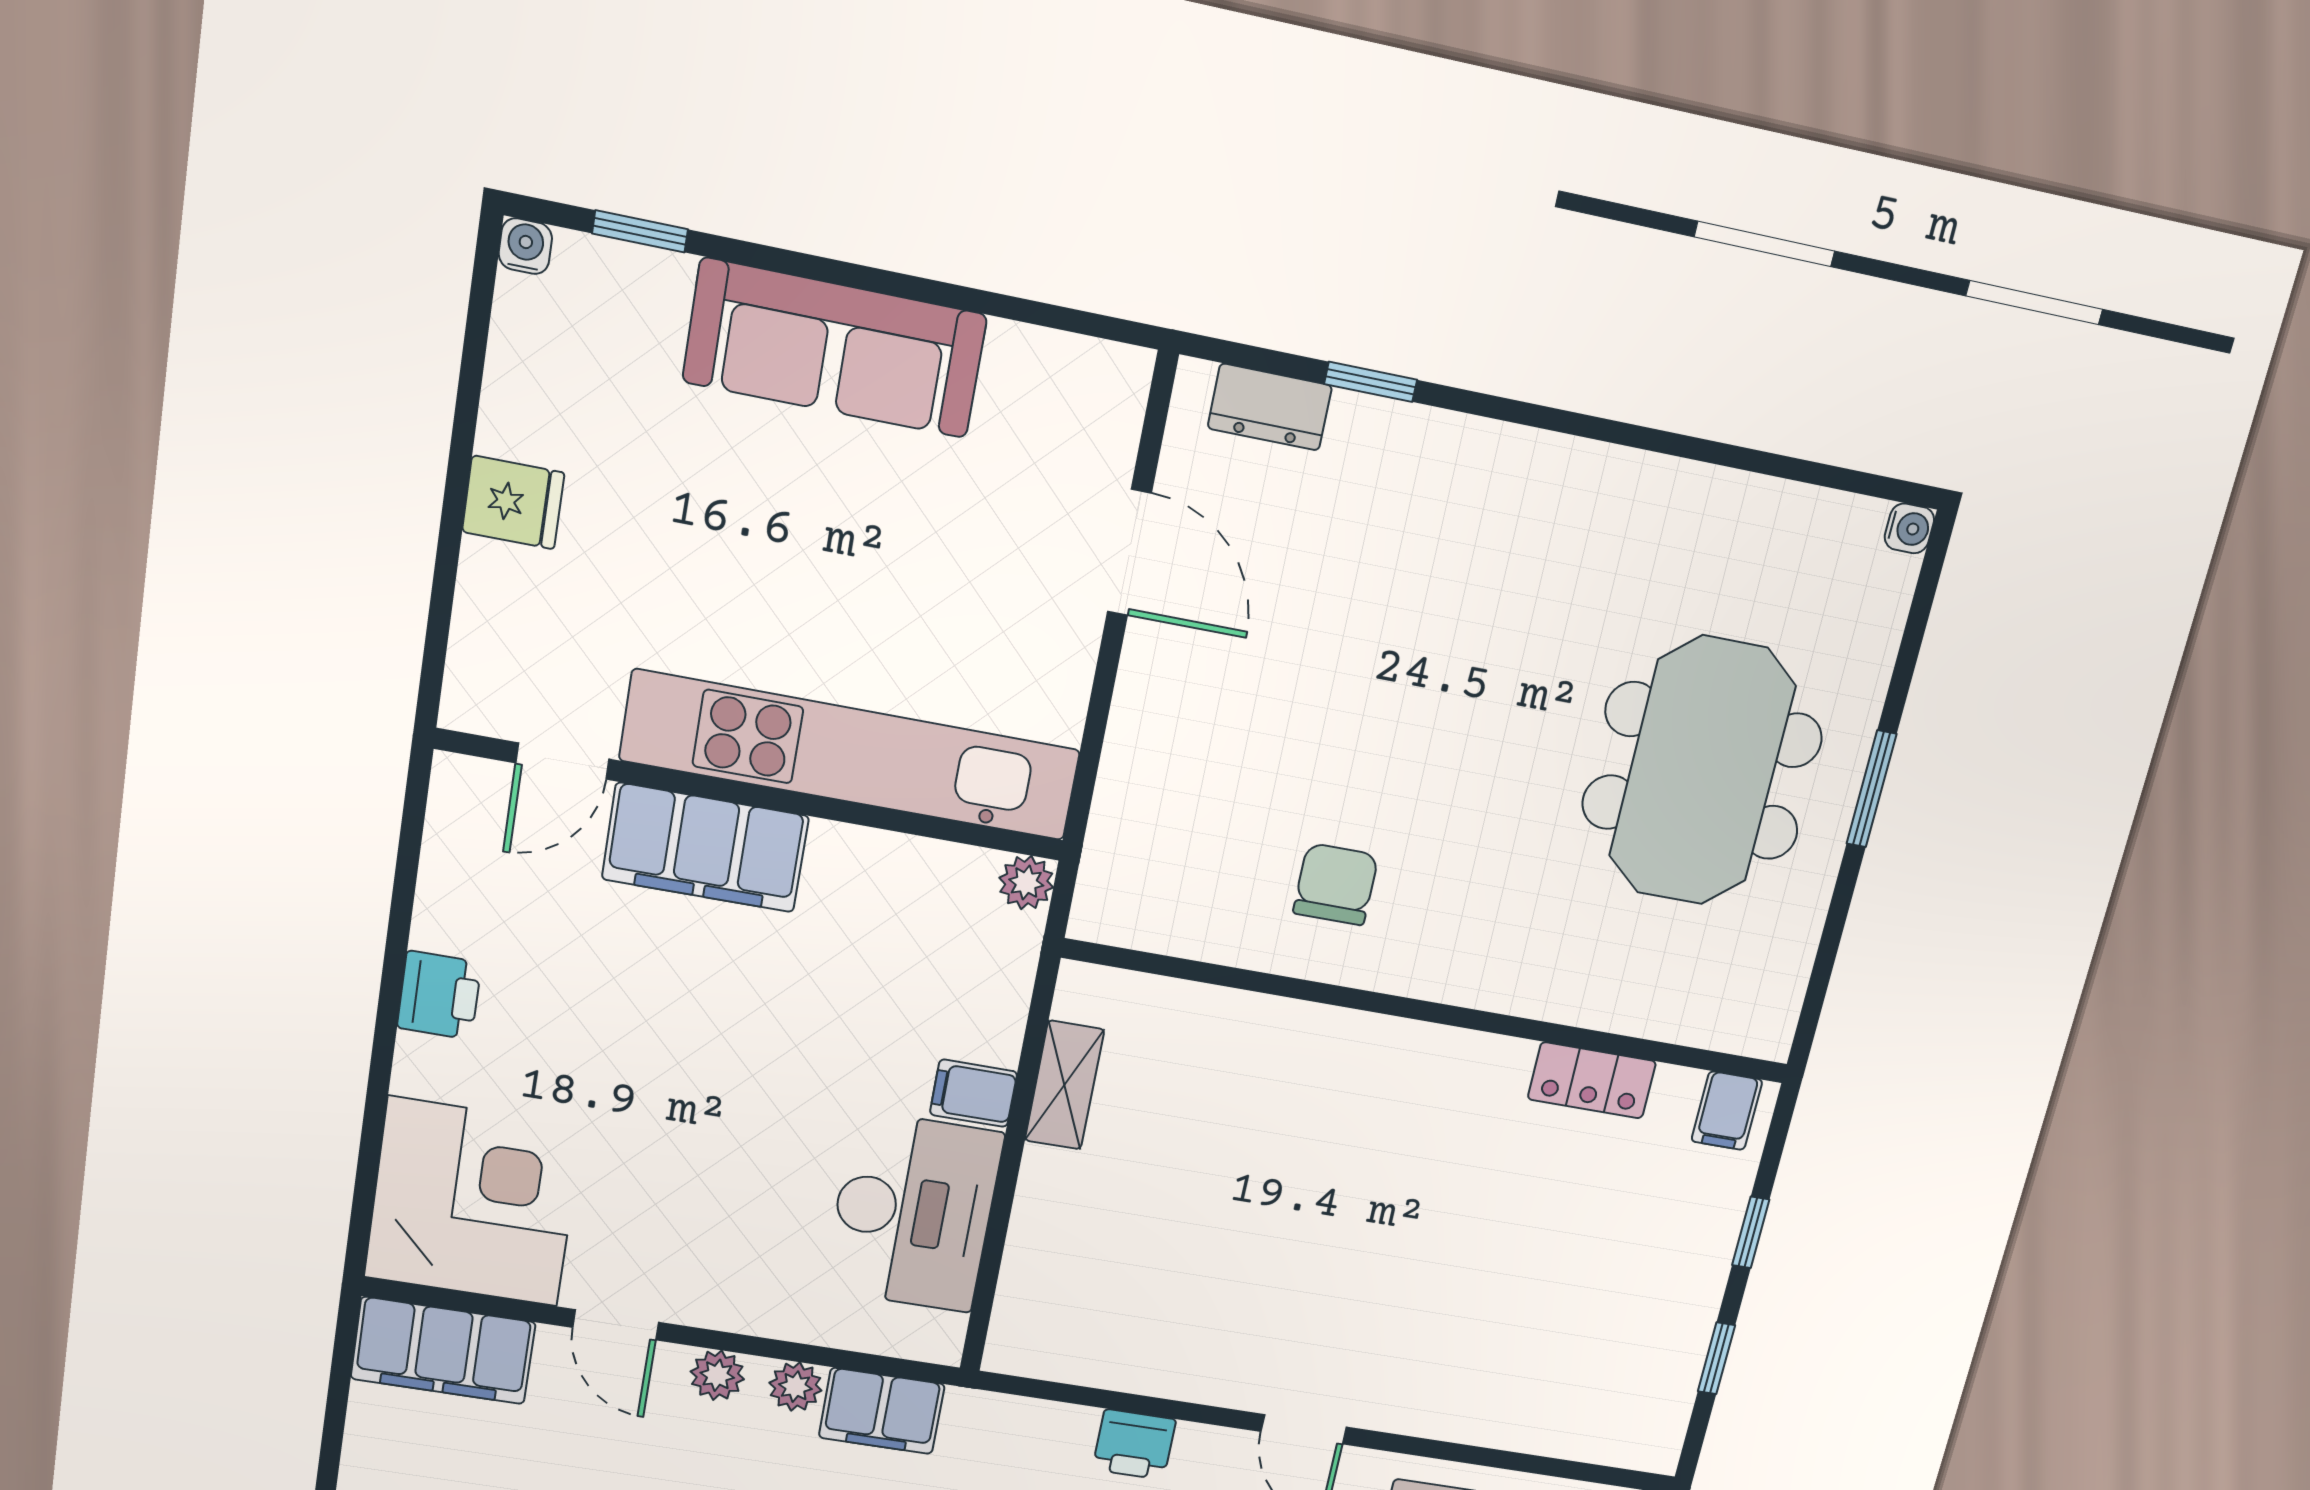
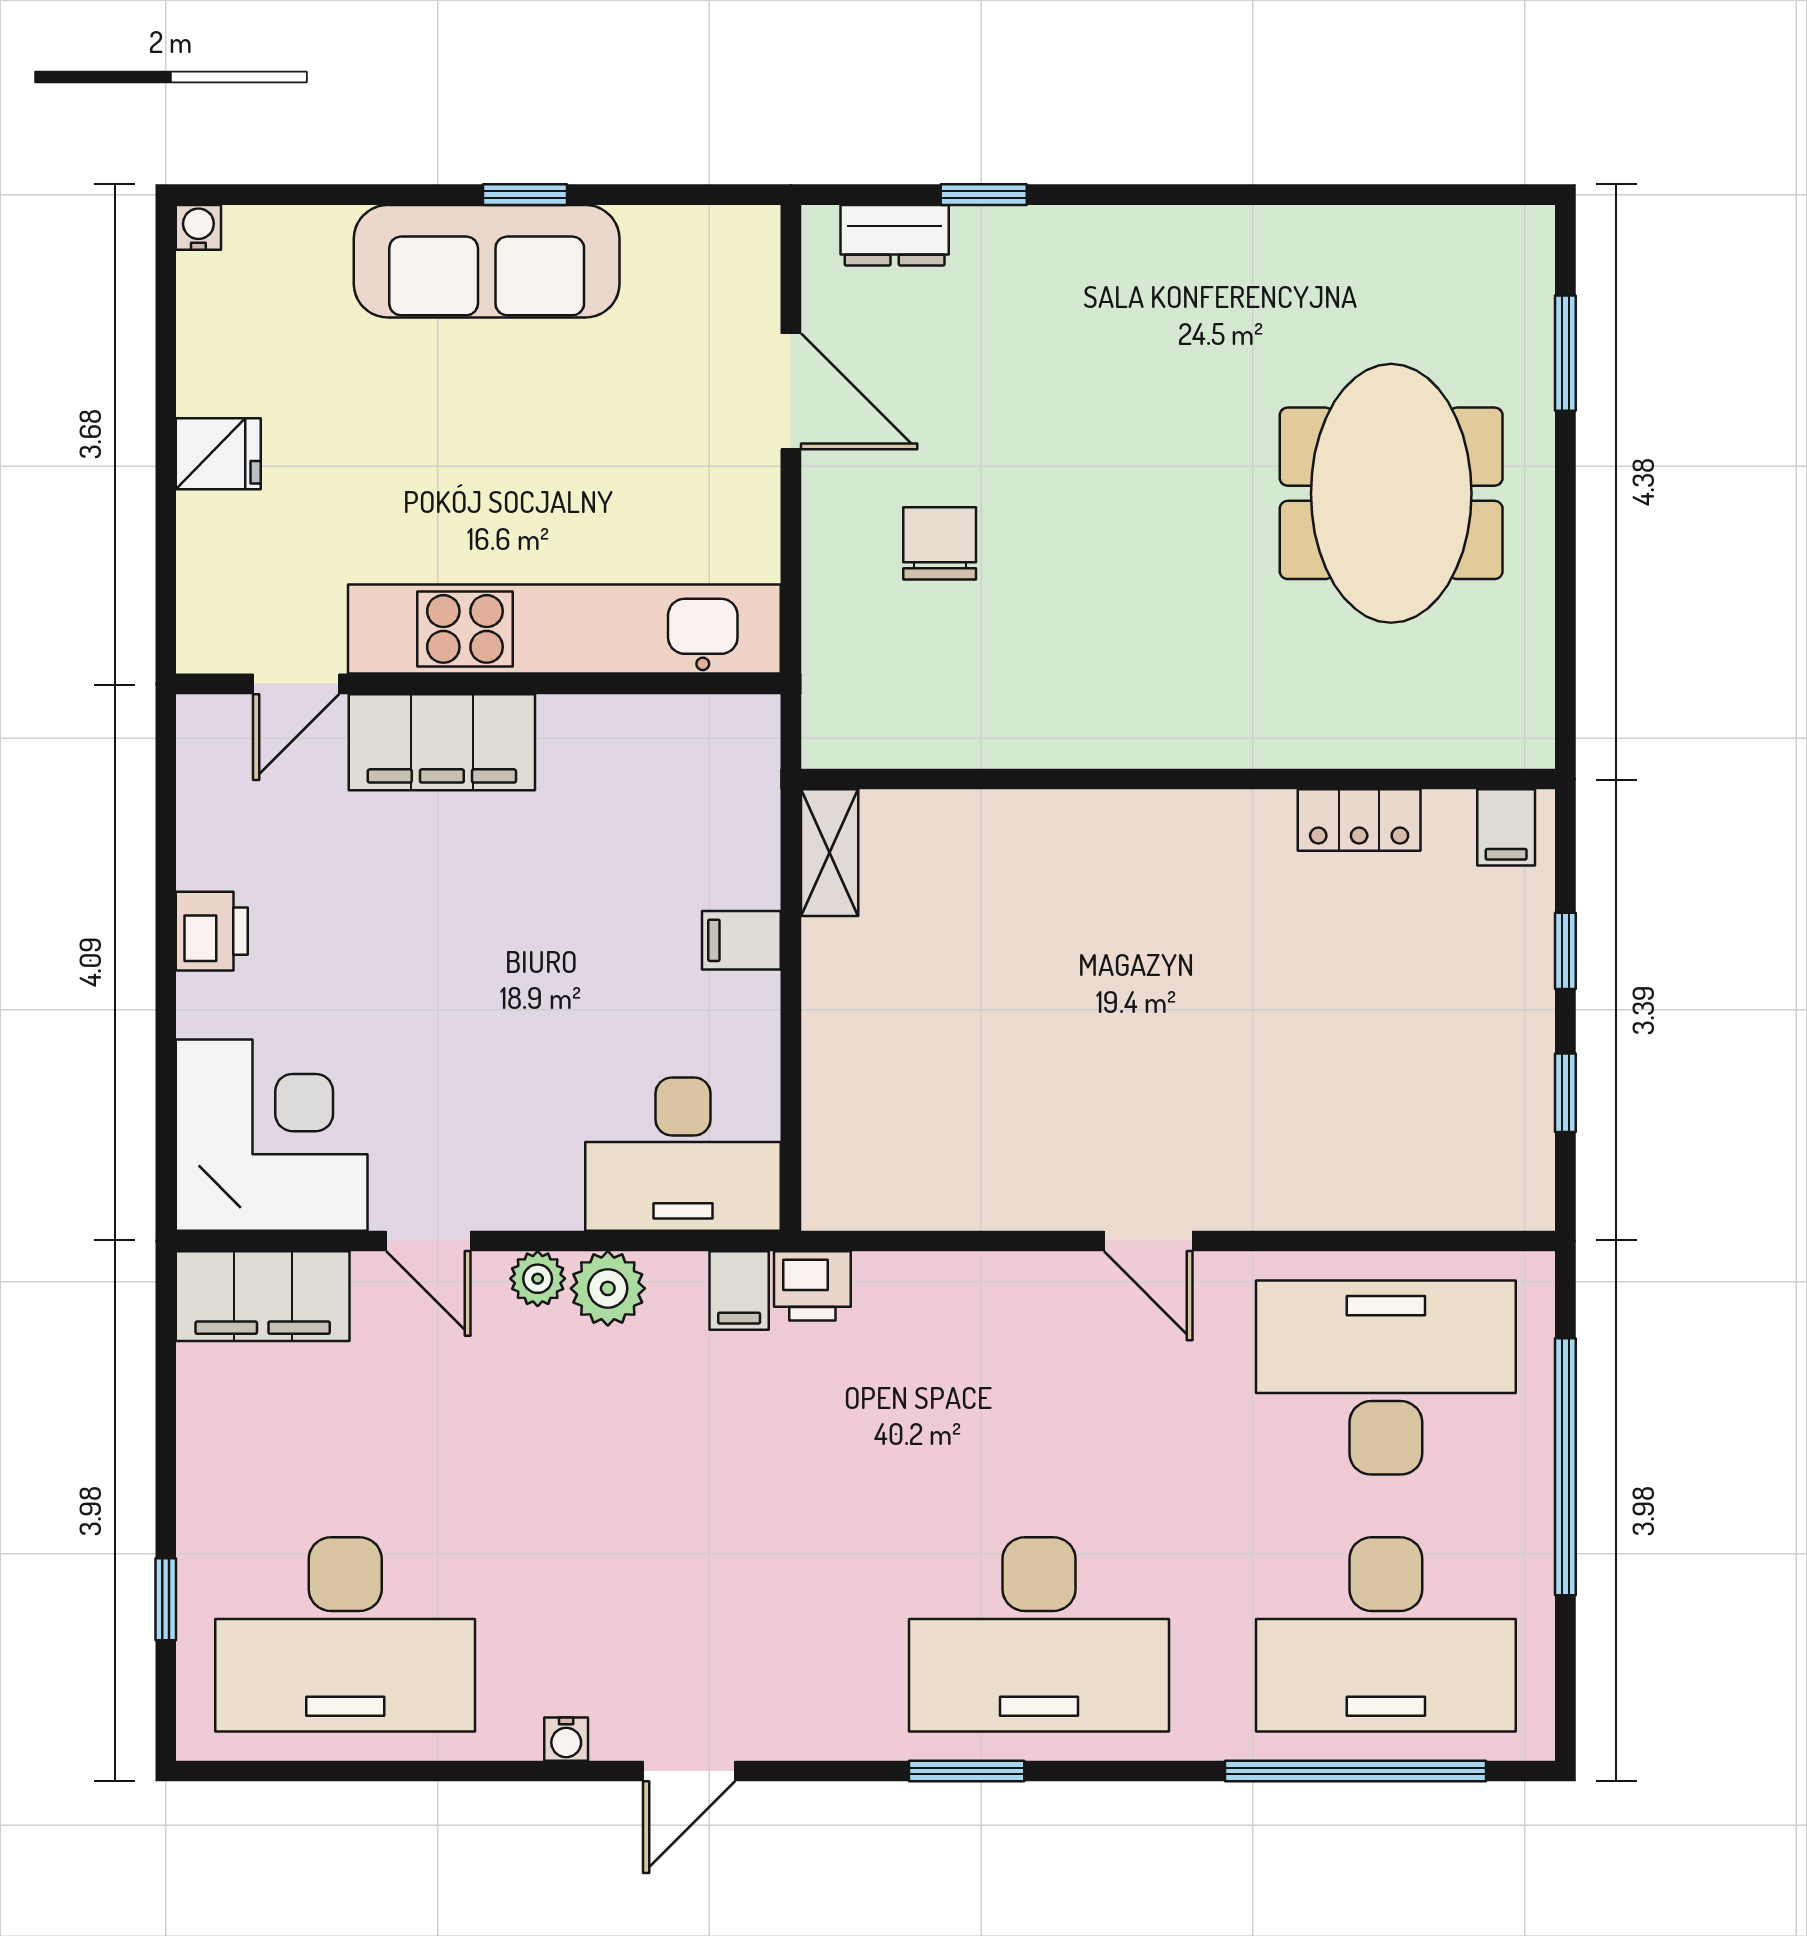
window: (640, 231) -> (525, 195), moved
water cooler: (1909, 528) -> (1533, 227), removed
window: (1871, 789) -> (1565, 353), moved
plant: (1026, 883) -> (754, 721), removed
chair: (1336, 884) -> (940, 543), moved
shelving: (1064, 1085) -> (830, 853), moved
desk: (913, 1212) -> (683, 1154), moved, turned 90
plant: (795, 1387) -> (608, 1288), width x1.38, depth x1.38
filing cabinet: (882, 1411) -> (739, 1291), width x0.50
printer: (1134, 1444) -> (812, 1286), moved

